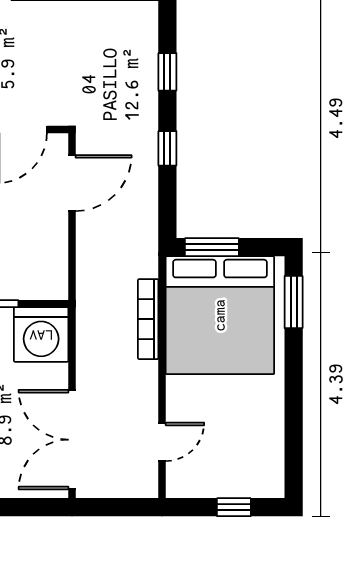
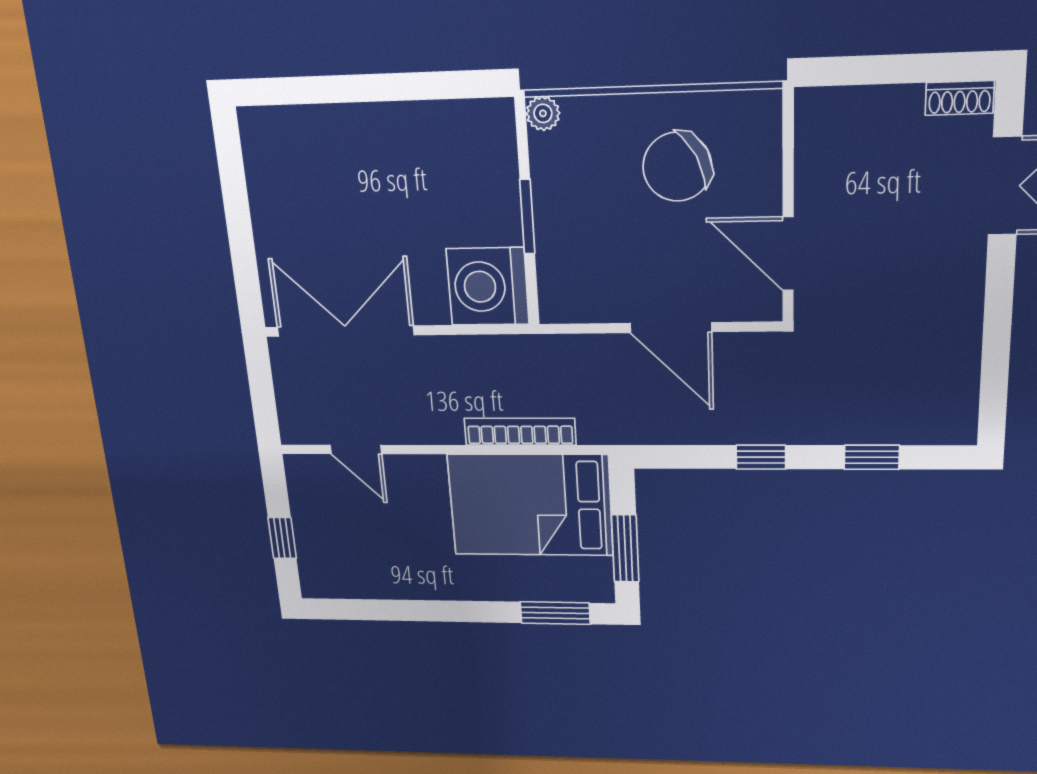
door: (72, 183) -> (671, 328), moved
window: (212, 247) -> (625, 549), moved
bed: (220, 315) -> (530, 505), width x0.73

